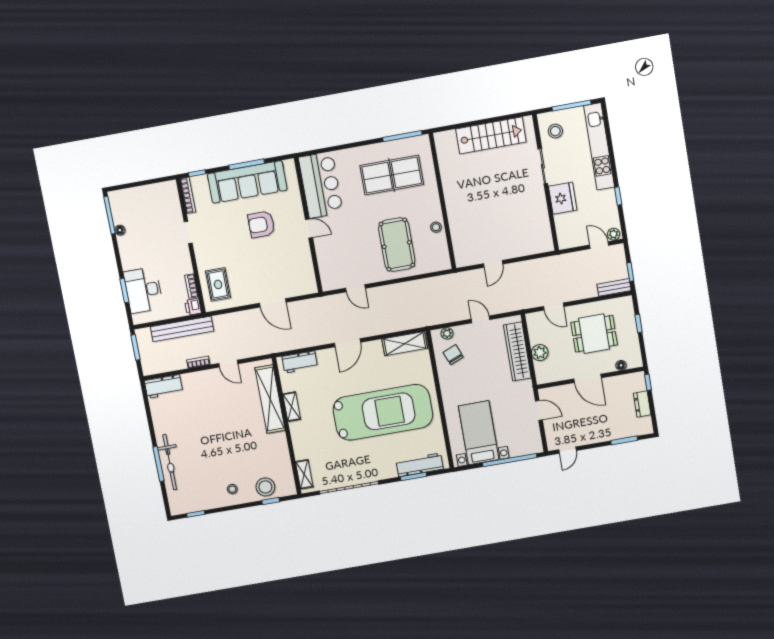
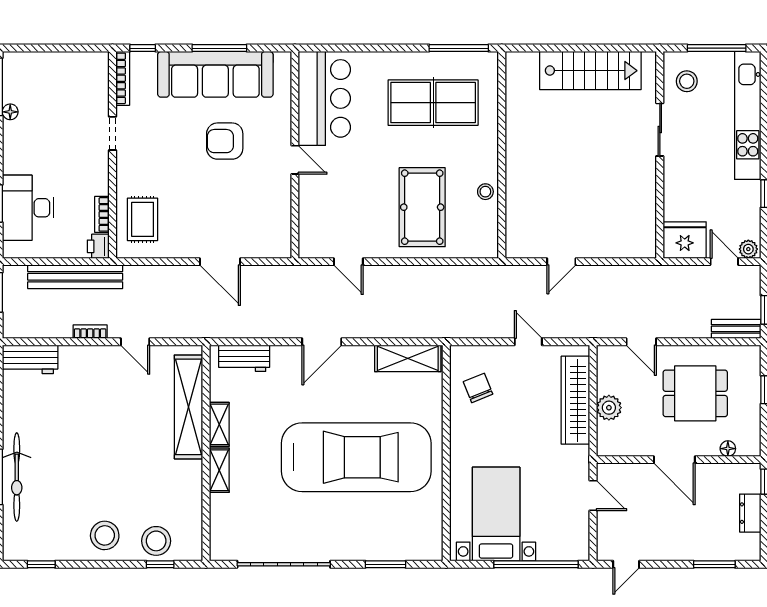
fridge: (563, 198) -> (685, 240), moved, turned -90
plant: (447, 333) -> (474, 354), removed
workbench: (420, 465) -> (398, 548), removed
shelving: (304, 474) -> (219, 470), moved
stool: (232, 489) -> (105, 535), width x1.89, depth x1.89

